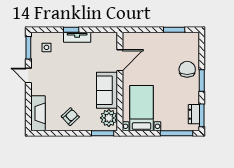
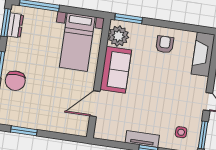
armchair: (70, 117) -> (165, 44), turned 133

